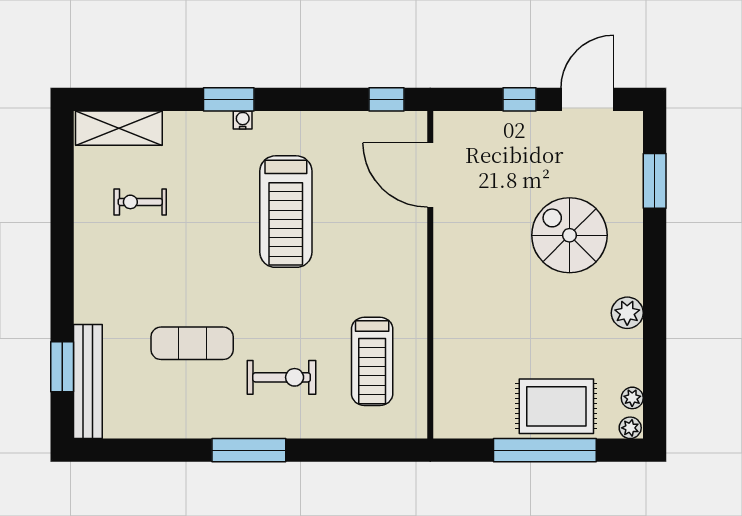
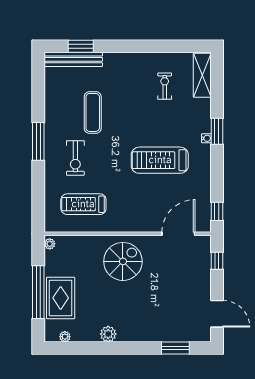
window: (519, 99) -> (217, 261), moved
spiral stairs: (569, 235) -> (123, 261), moved
plant: (630, 428) -> (50, 244), moved

